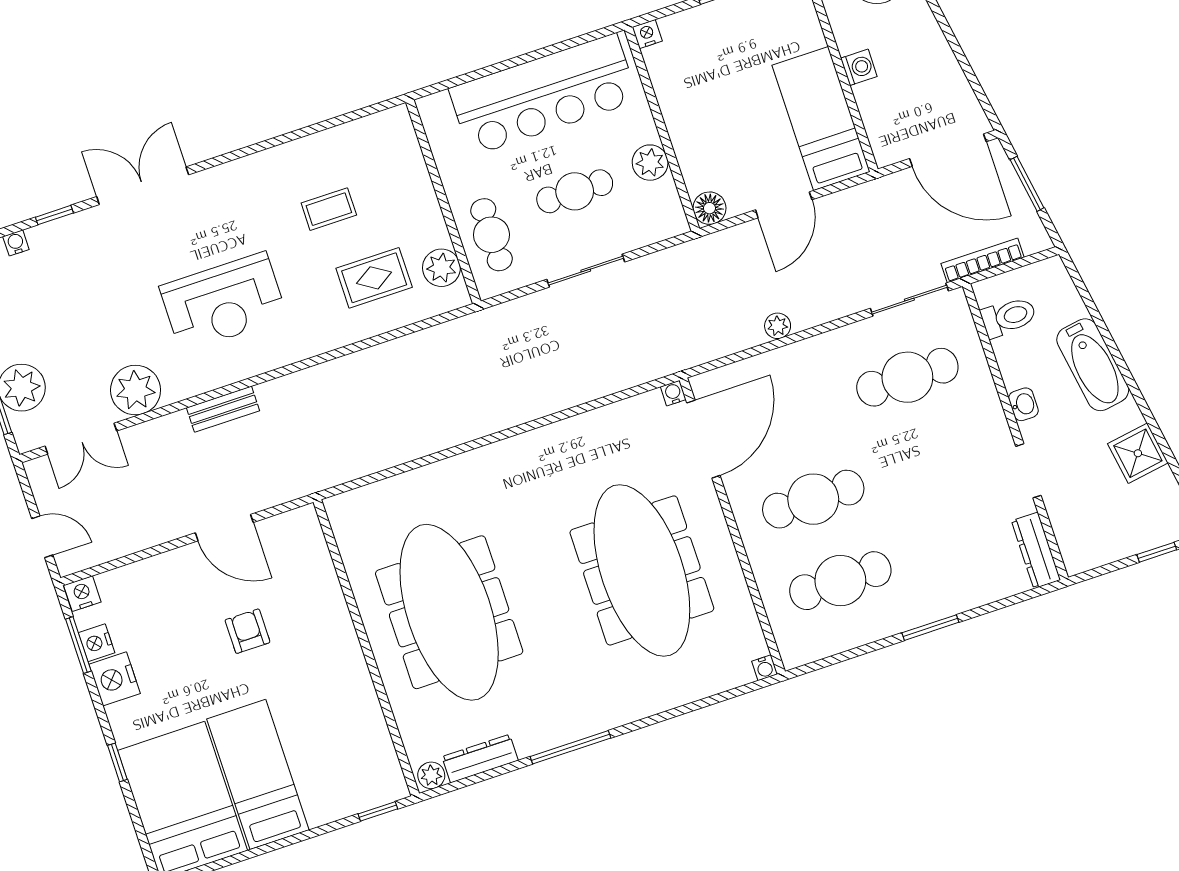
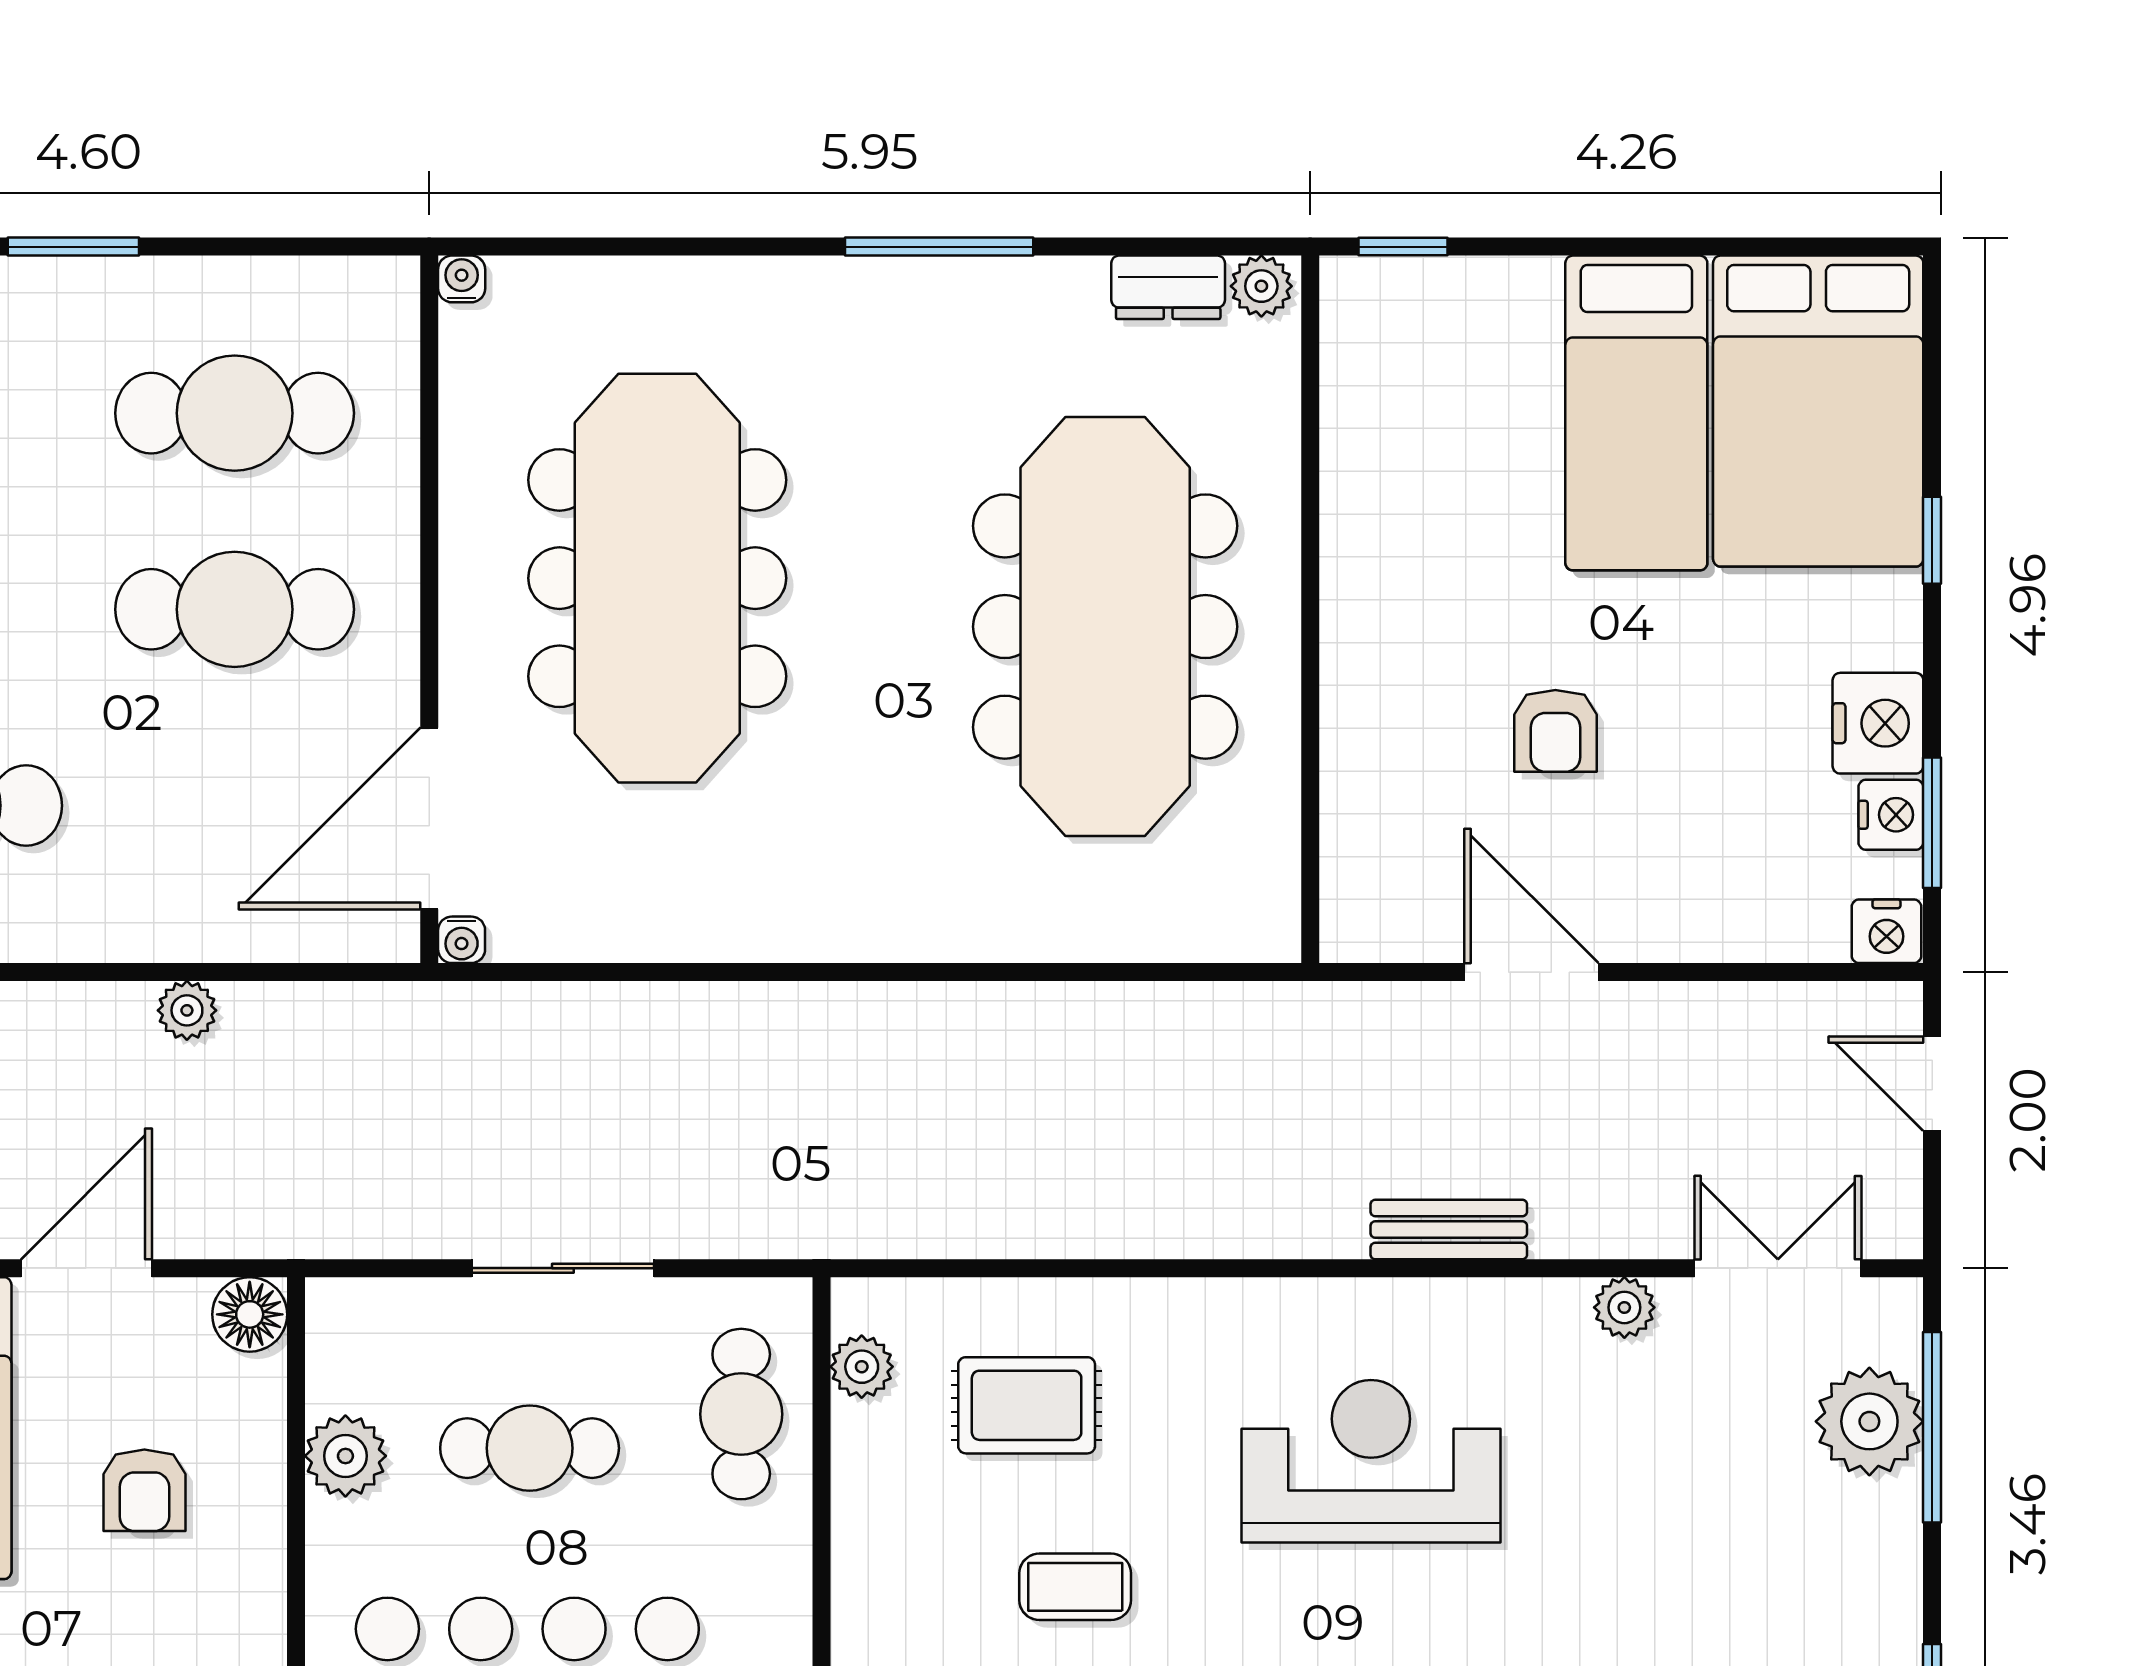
armchair: (729, 121) -> (144, 1490), added
plant: (441, 268) -> (862, 1367), width x0.73, depth x0.73
plant: (136, 390) -> (1624, 1307), width x0.53, depth x0.53
dresser: (480, 759) -> (1168, 287), width x0.70

